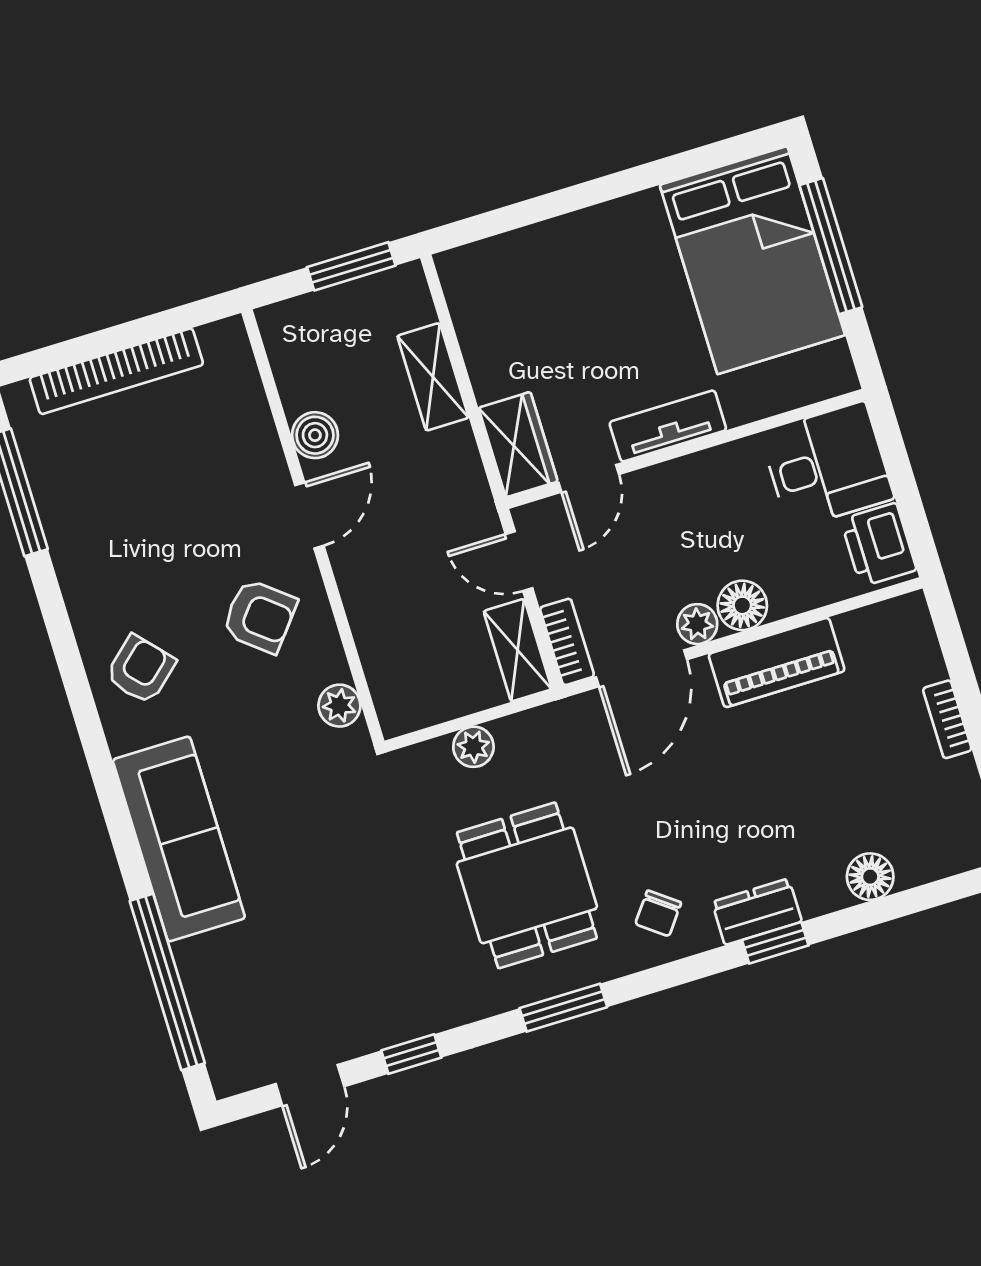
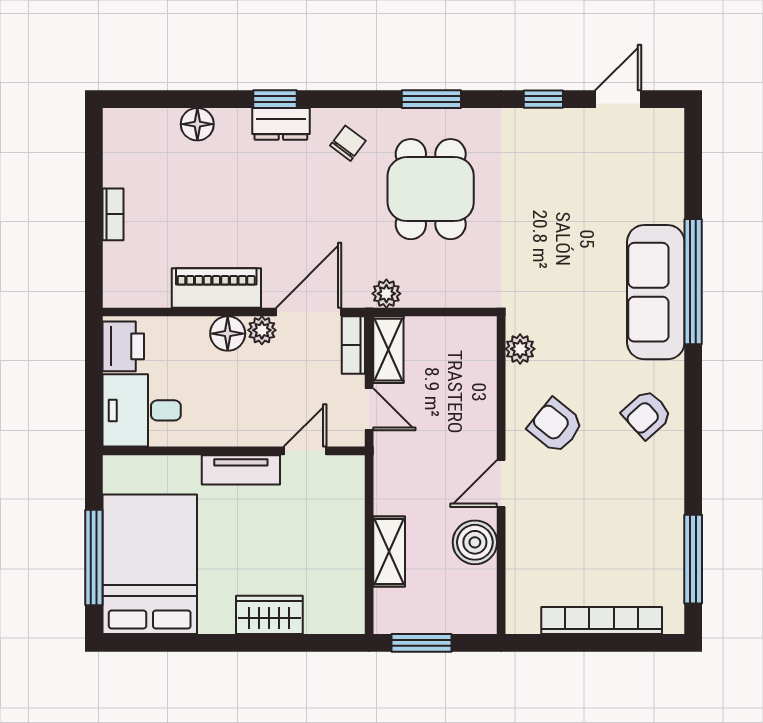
boiler: (315, 435) -> (475, 542), width x1.36, depth x1.36
wardrobe: (518, 445) -> (269, 615), moved, turned 90
plant: (473, 747) -> (386, 294), moved
window: (167, 982) -> (693, 282), moved

